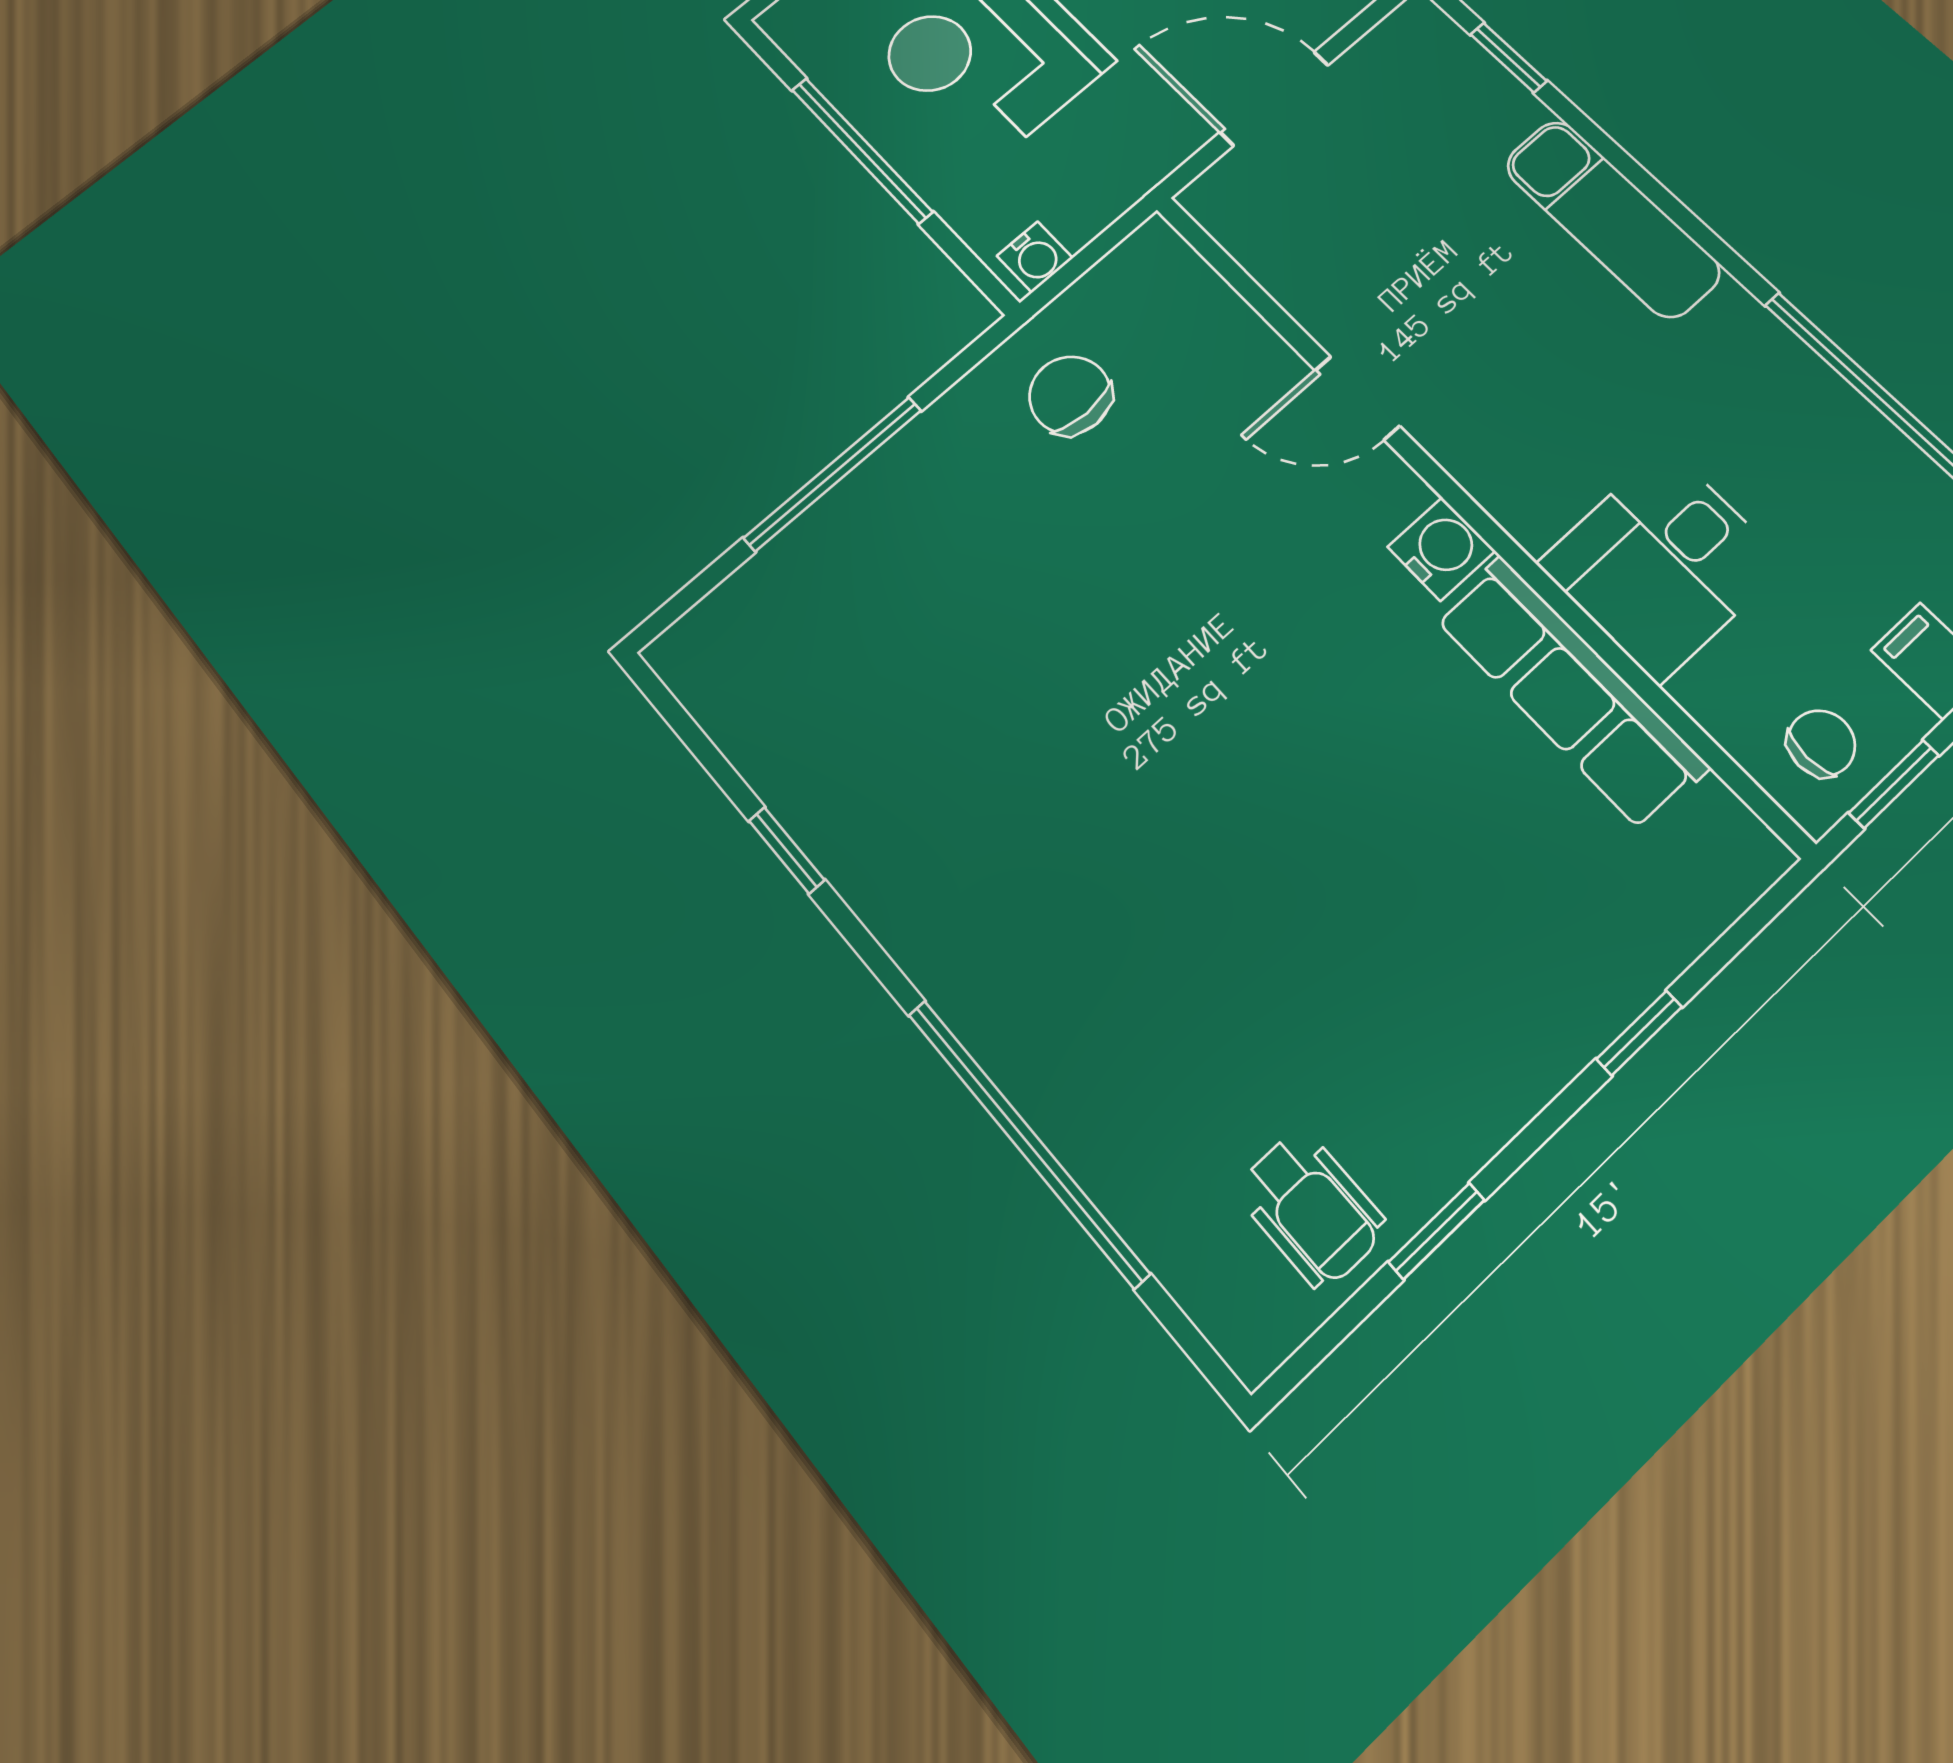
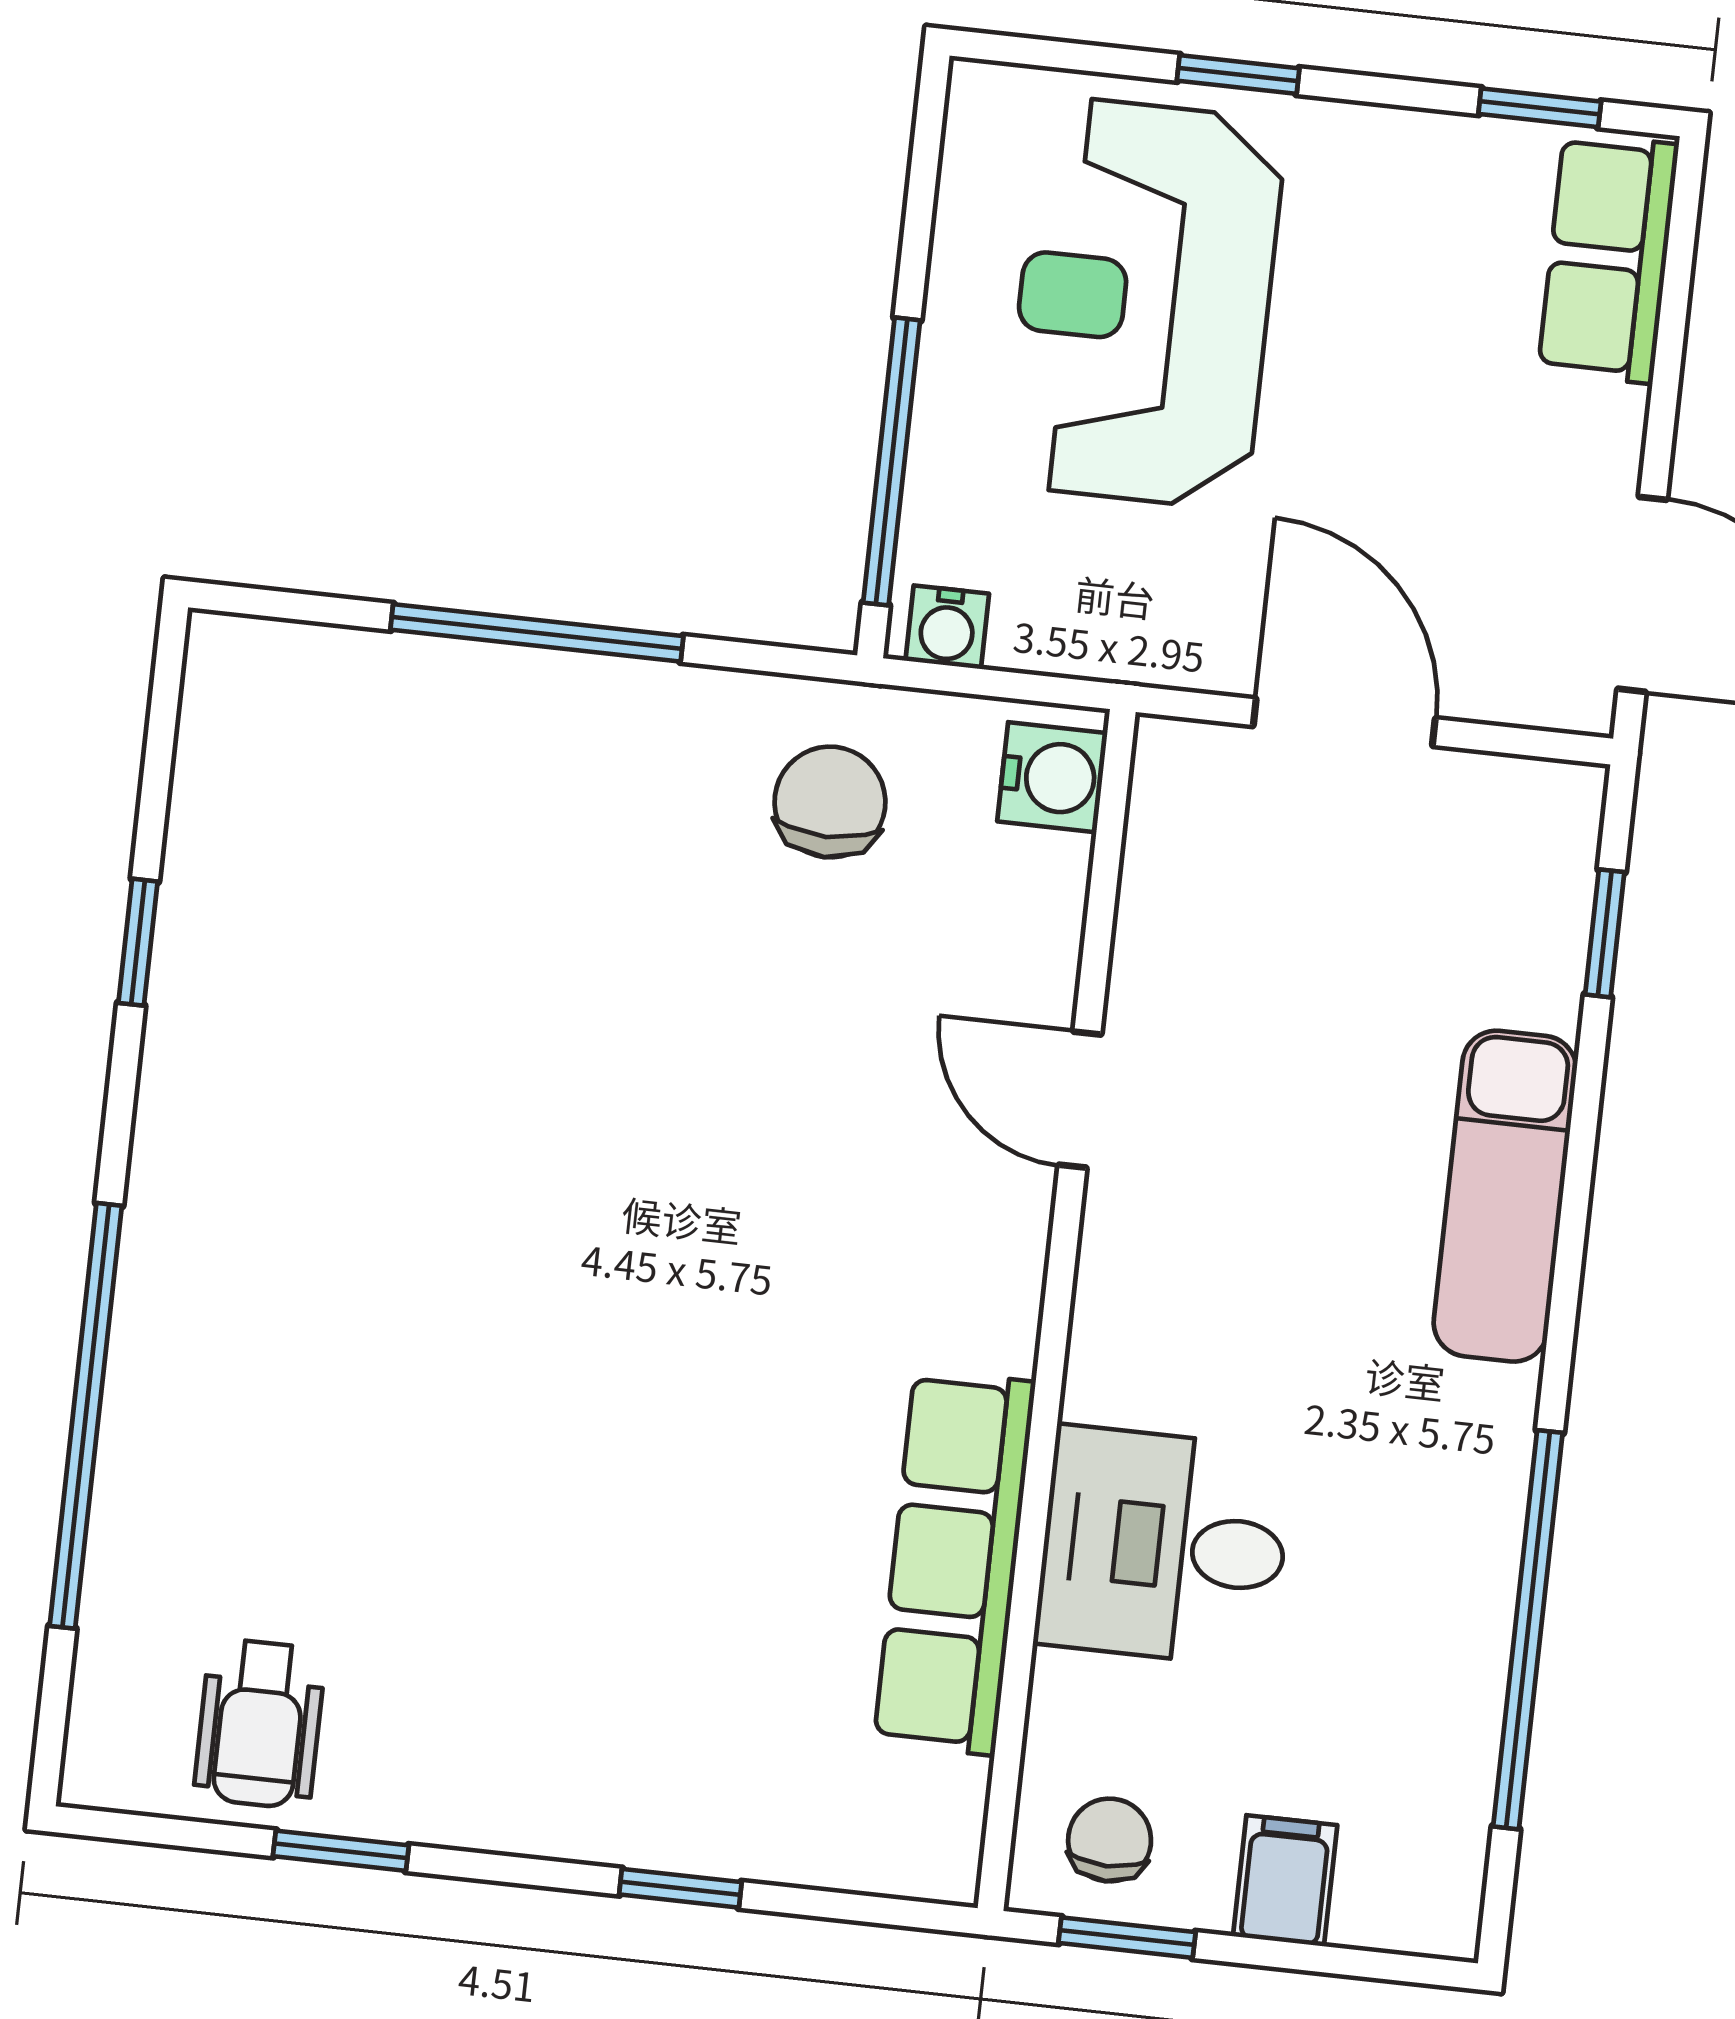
window: (862, 150) -> (892, 461), moved
water cooler: (1441, 549) -> (1052, 777), moved
chair: (1821, 743) -> (1110, 1840), turned -90

